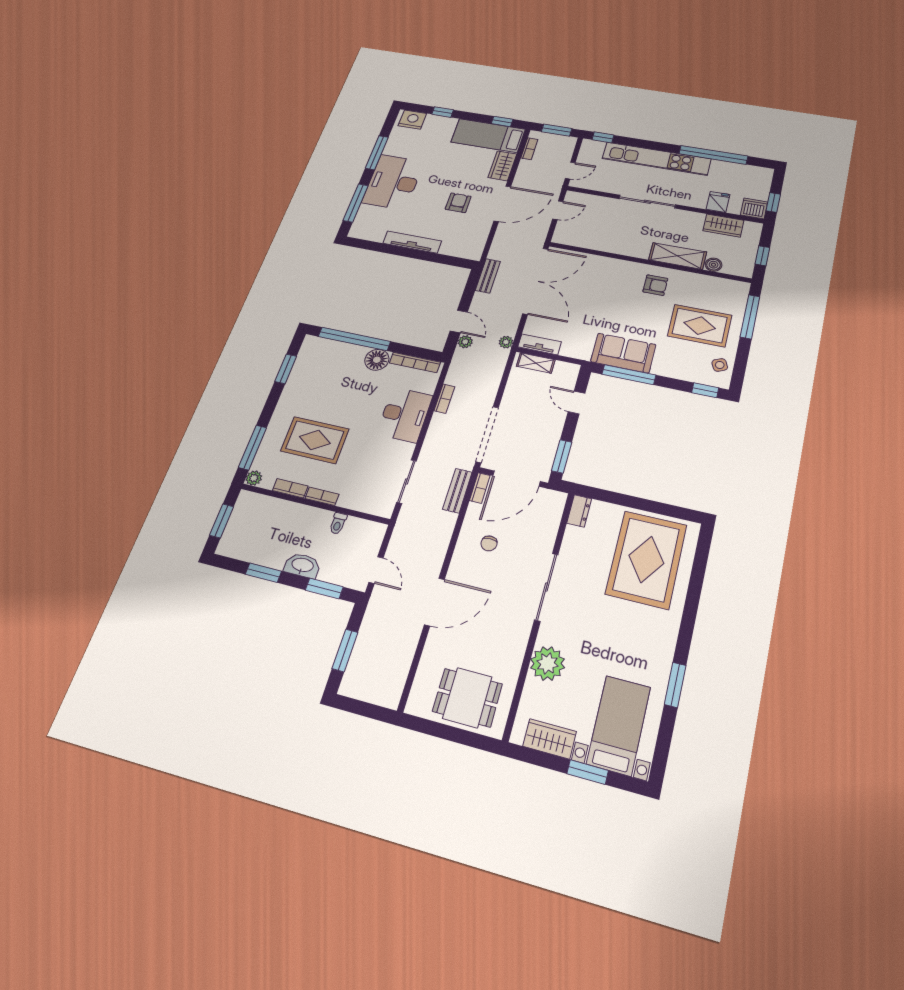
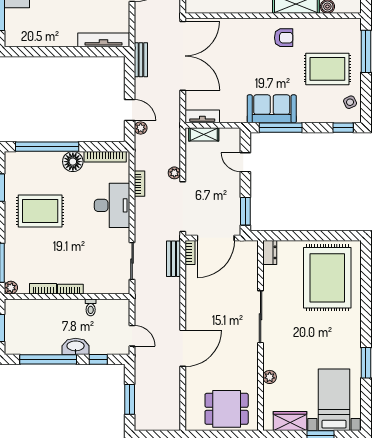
tv unit: (412, 242) -> (104, 40), moved
plant: (506, 342) -> (174, 173), moved
rug: (315, 440) -> (40, 211), moved
chair: (489, 543) -> (210, 294), removed
window: (263, 573) -> (48, 359), width x2.11
window: (324, 588) -> (98, 359), width x0.67
plant: (547, 663) -> (270, 377), width x0.53, depth x0.53

